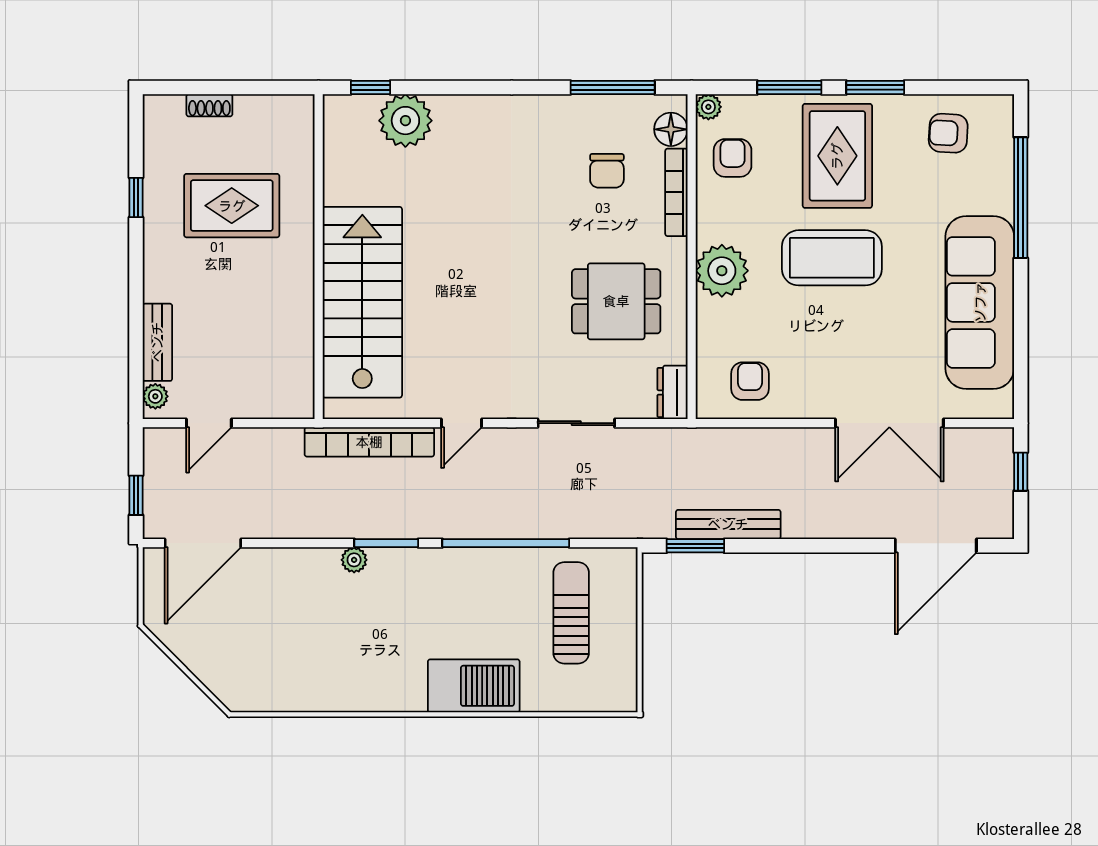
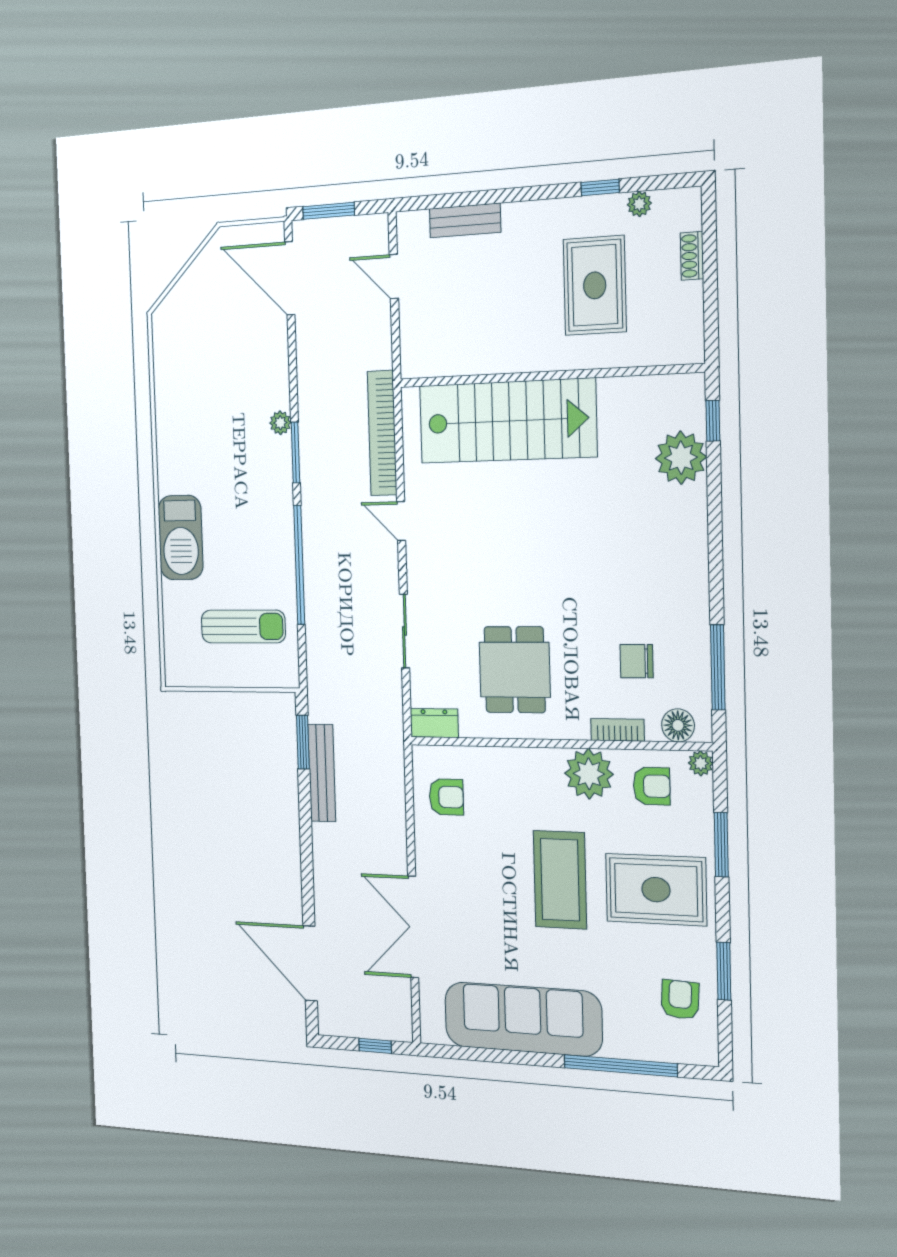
window: (875, 87) -> (724, 971), moved
bookcase: (676, 192) -> (618, 730), width x0.64
plant: (722, 271) -> (589, 774), moved
plant: (155, 396) -> (639, 204), moved
window: (136, 495) -> (329, 211), width x1.50

